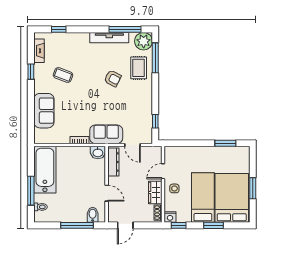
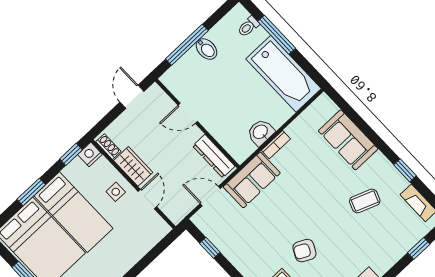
washbasin: (98, 153) -> (261, 132), moved
bidet: (93, 215) -> (207, 49), moved

